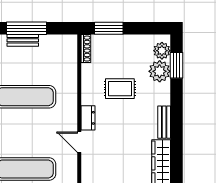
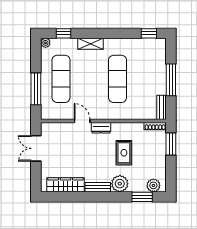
bench: (23, 40) -> (162, 107), moved
plant: (160, 71) -> (120, 184), moved
door: (79, 142) -> (82, 121), hinge flipped

